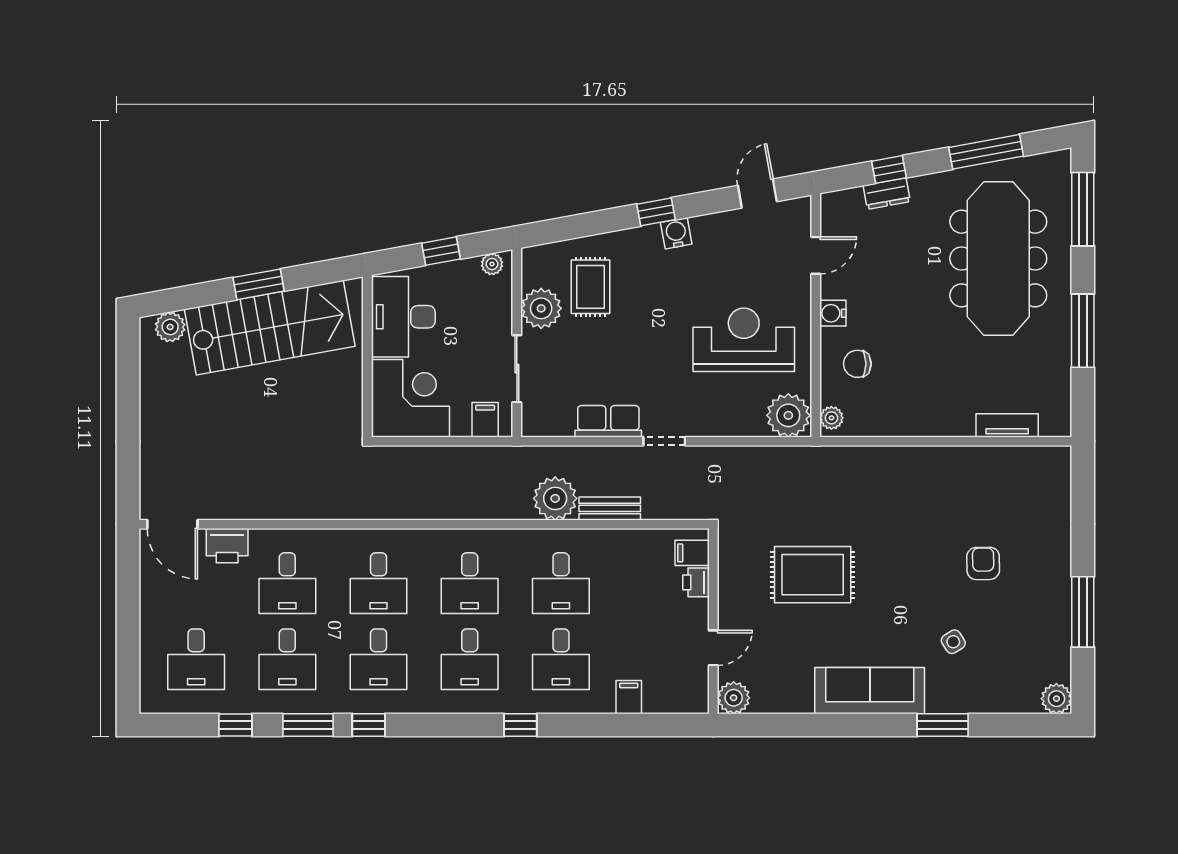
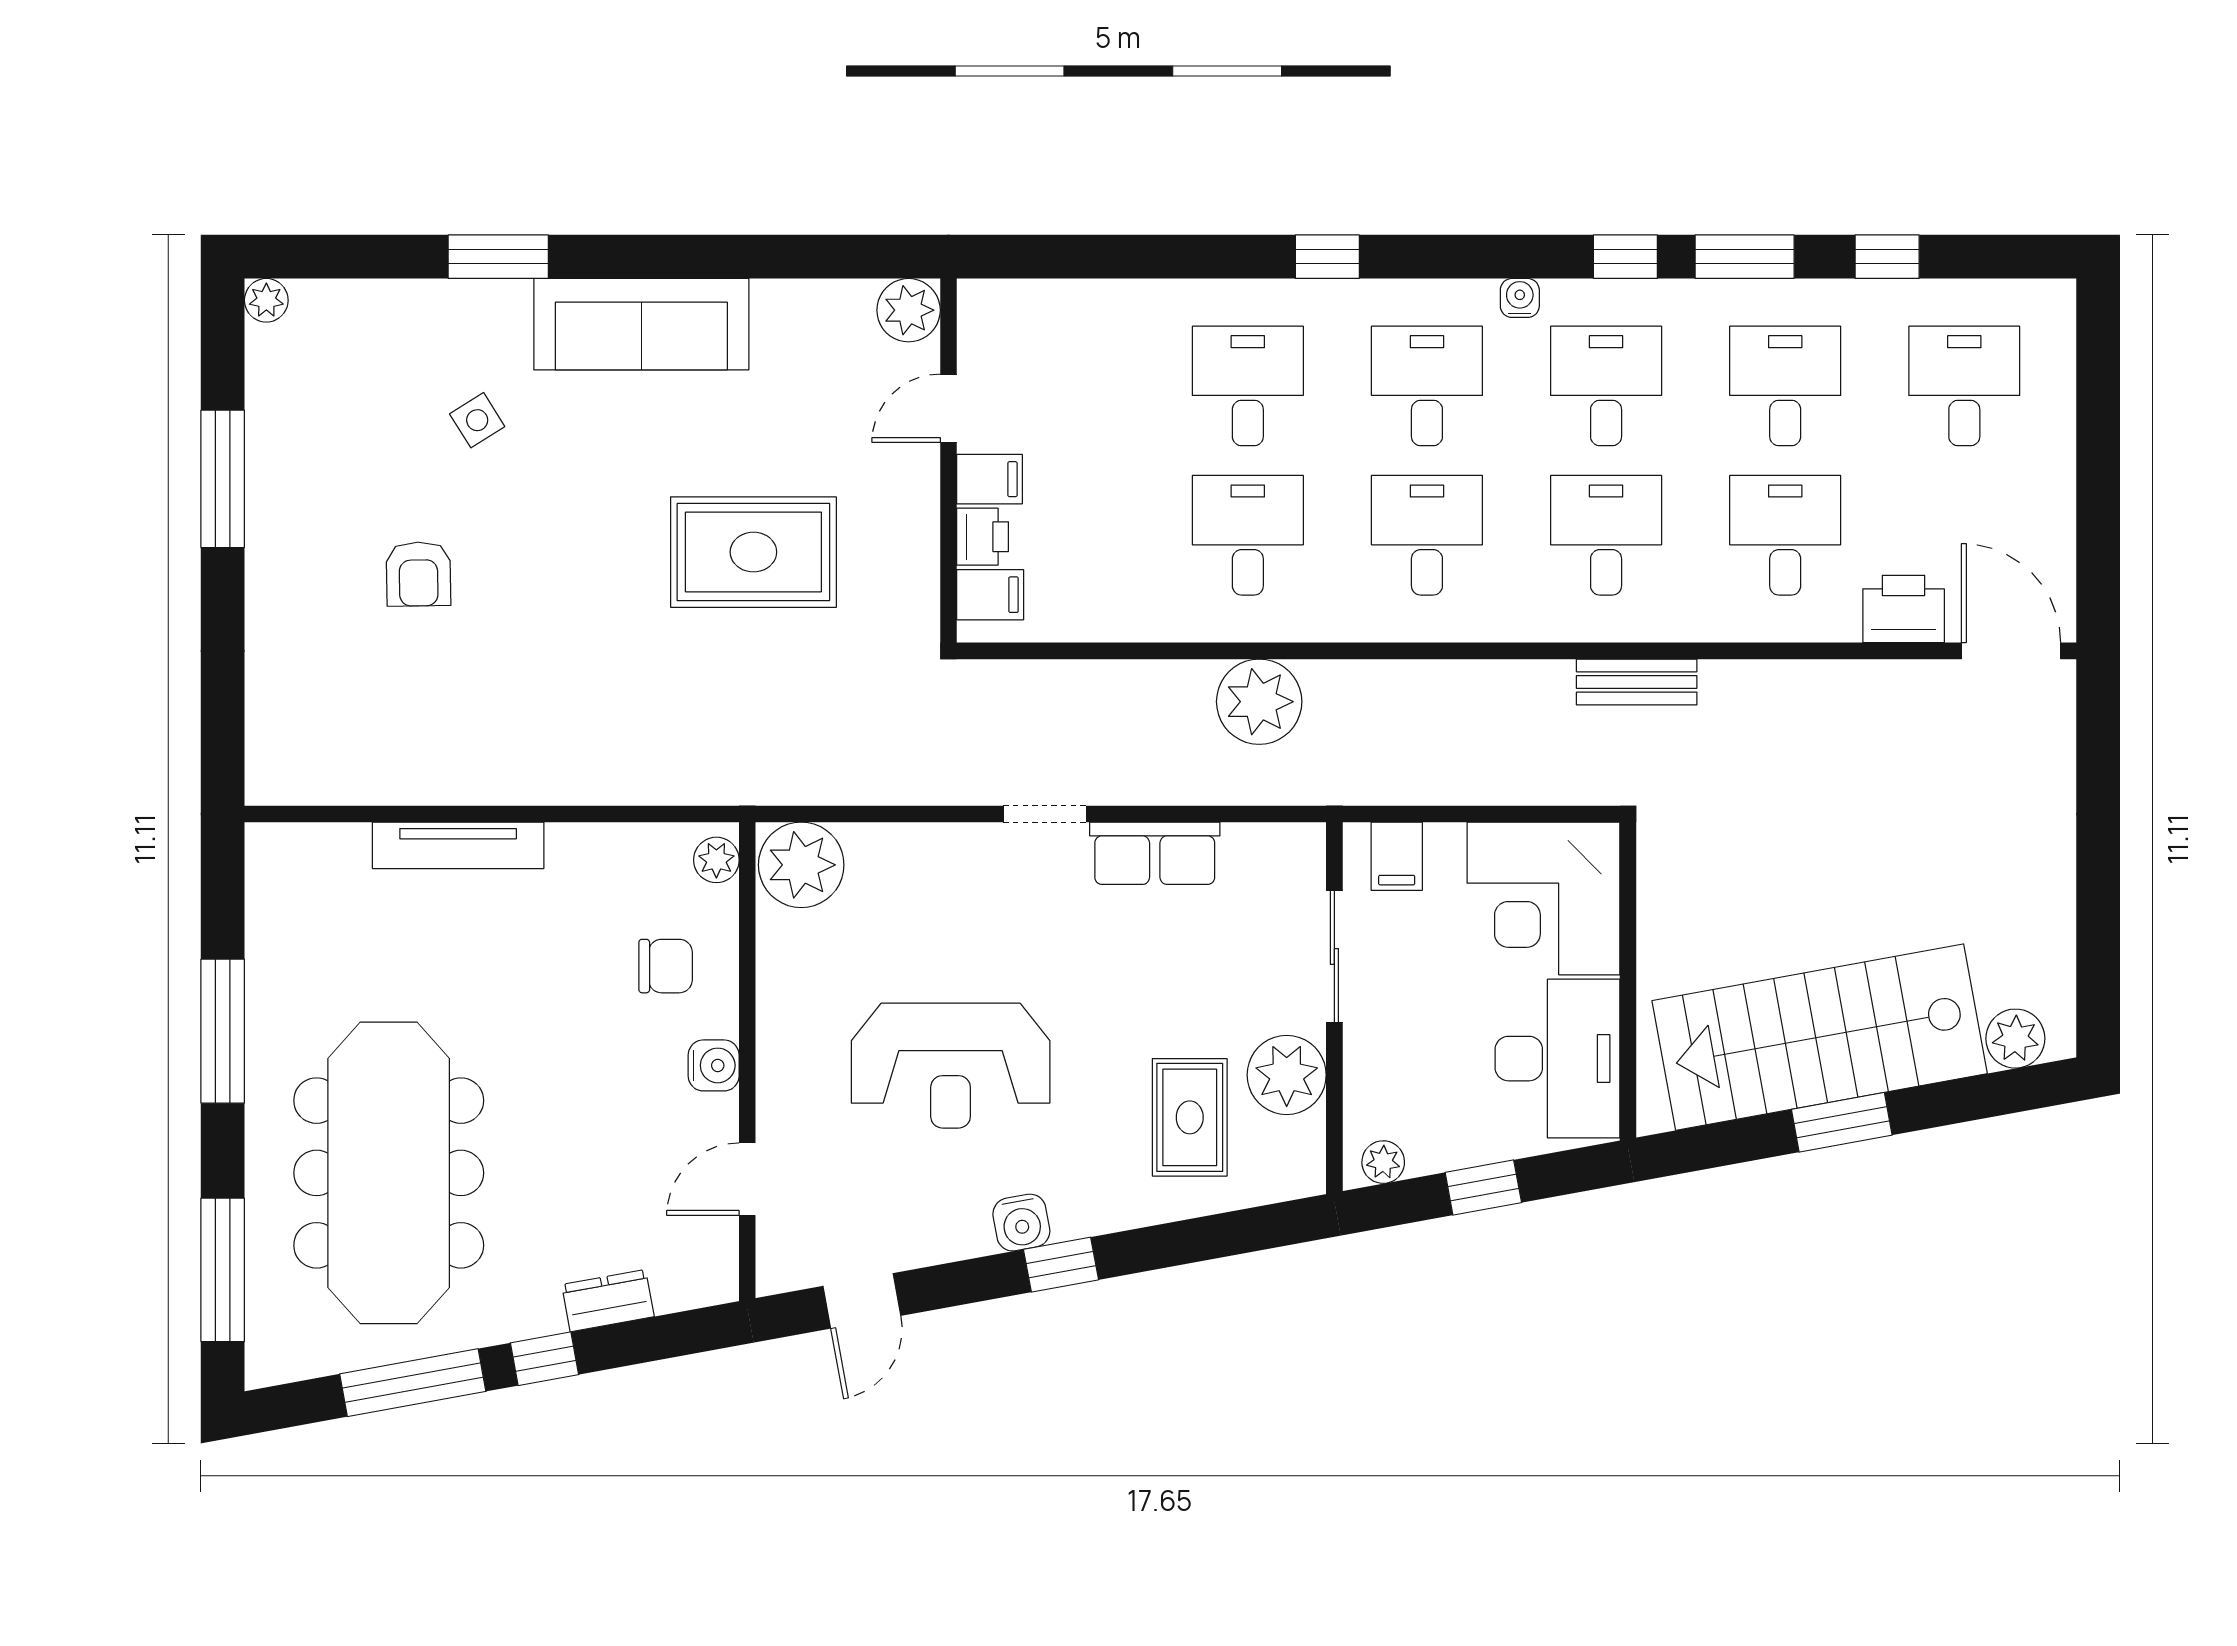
window: (889, 169) -> (544, 1359), moved
reception desk: (744, 340) -> (951, 1066), moved
tv unit: (1007, 425) -> (458, 845), moved, width x1.41
bench: (610, 508) -> (1637, 682), moved
filing cabinet: (629, 697) -> (989, 479), moved, turned -90
plant: (1056, 699) -> (266, 300), width x0.73, depth x0.73
water cooler: (422, 704) -> (1520, 298), added

